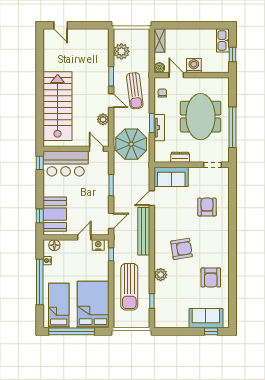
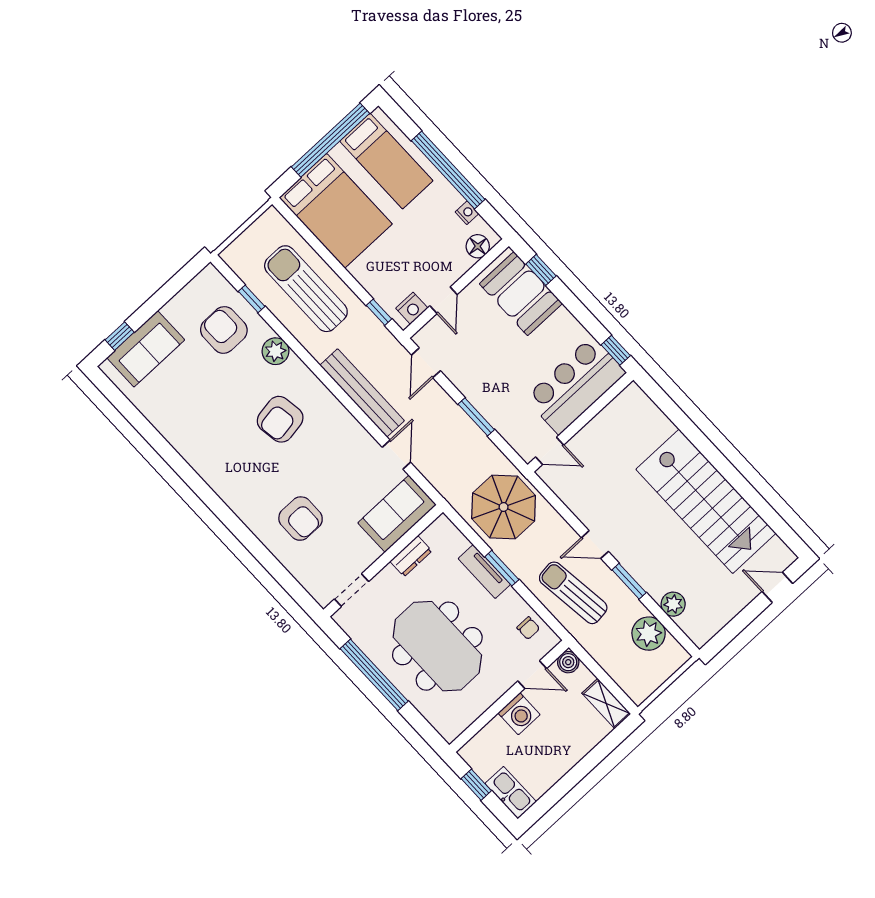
stairs: (58, 106) -> (706, 501), moved
plant: (103, 119) -> (673, 604), moved
armchair: (211, 277) -> (224, 330), moved

